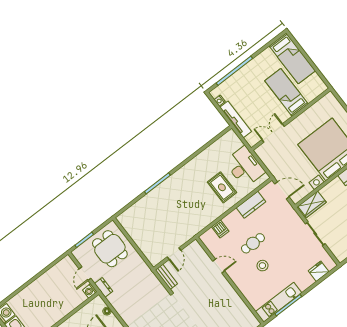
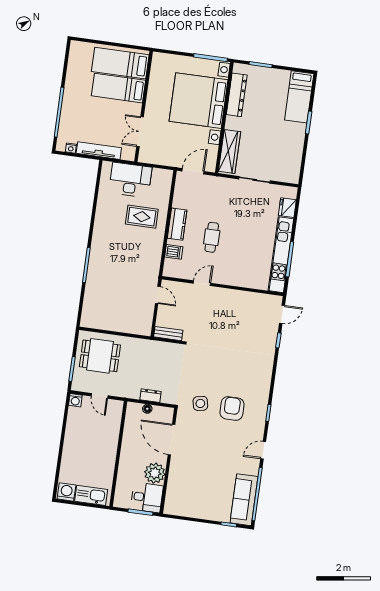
bed: (292, 58) -> (120, 63), moved, turned 180
desk: (245, 167) -> (130, 180), moved
wardrobe: (312, 204) -> (230, 151), width x1.50
kitchen counter: (251, 205) -> (177, 224), moved
door: (174, 254) -> (158, 295), moved
stool: (262, 266) -> (237, 248), removed
dresser: (104, 287) -> (151, 396), moved
washing machine: (90, 291) -> (75, 400), moved
kitchen unit: (279, 302) -> (281, 255), width x1.36

